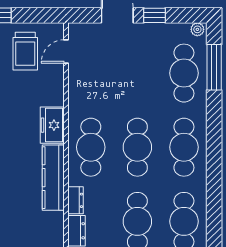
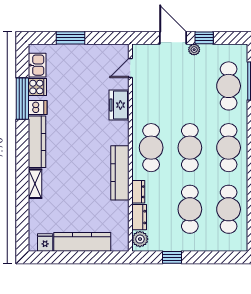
plant: (197, 29) -> (194, 50), moved
trolley: (25, 51) -> (97, 68), removed
freezer: (52, 125) -> (119, 105), moved

